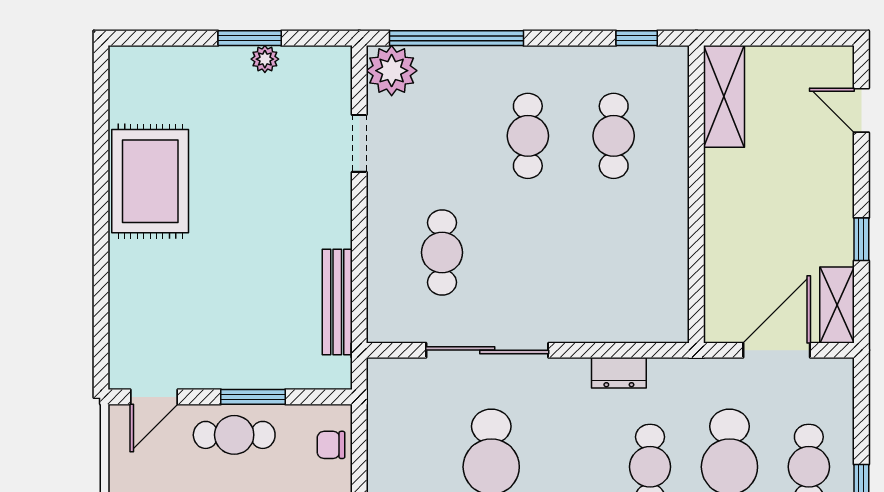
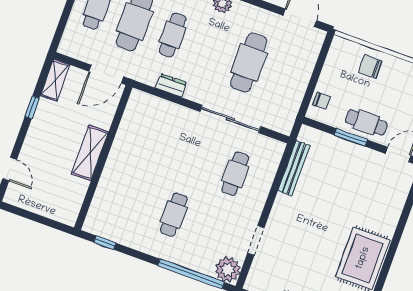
shelving: (724, 96) -> (90, 153), moved
cafe table: (614, 136) -> (133, 200), removed
door: (777, 350) -> (106, 74), moved

